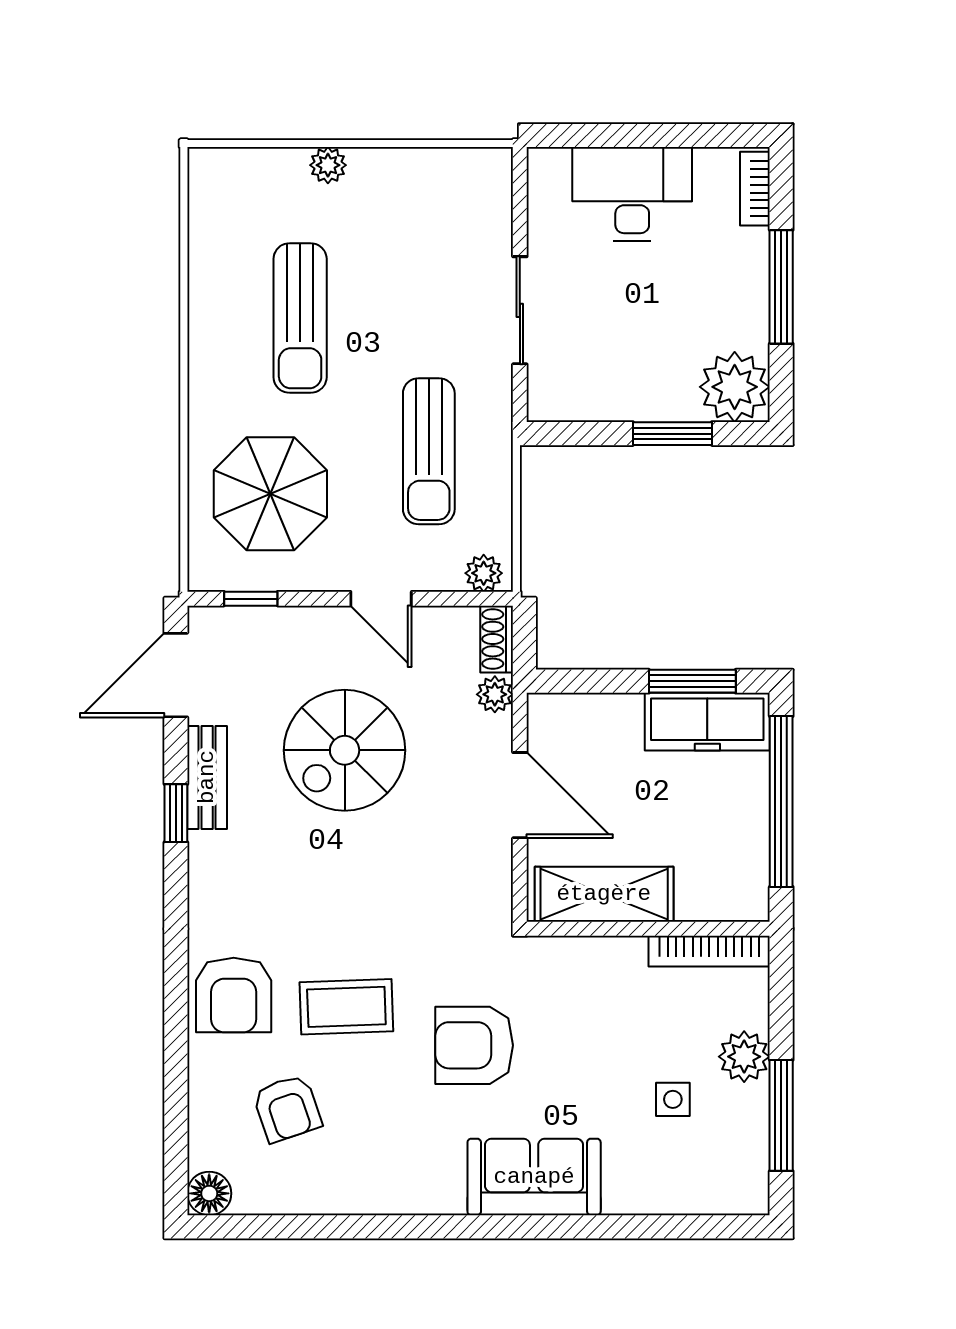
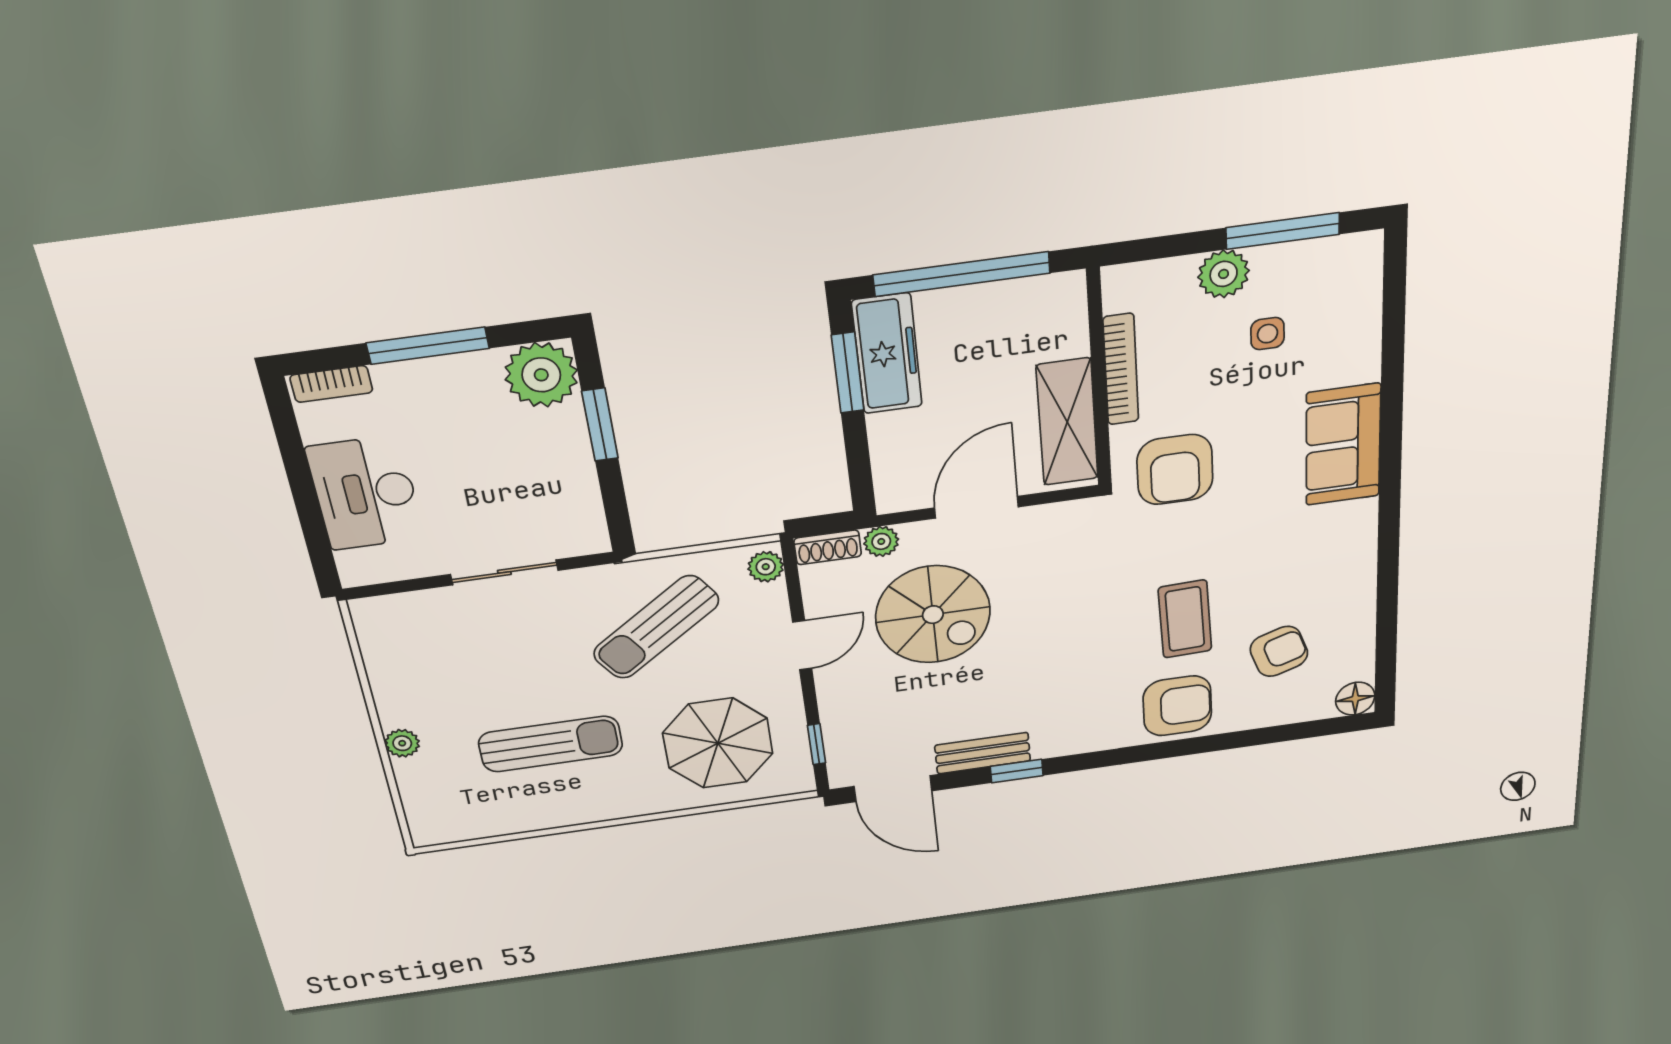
sun lounger: (429, 451) -> (656, 627), turned 145
spiral stairs: (345, 750) -> (933, 615), moved
bookcase: (709, 951) -> (1121, 369), moved
armchair: (474, 1045) -> (1175, 470), moved

